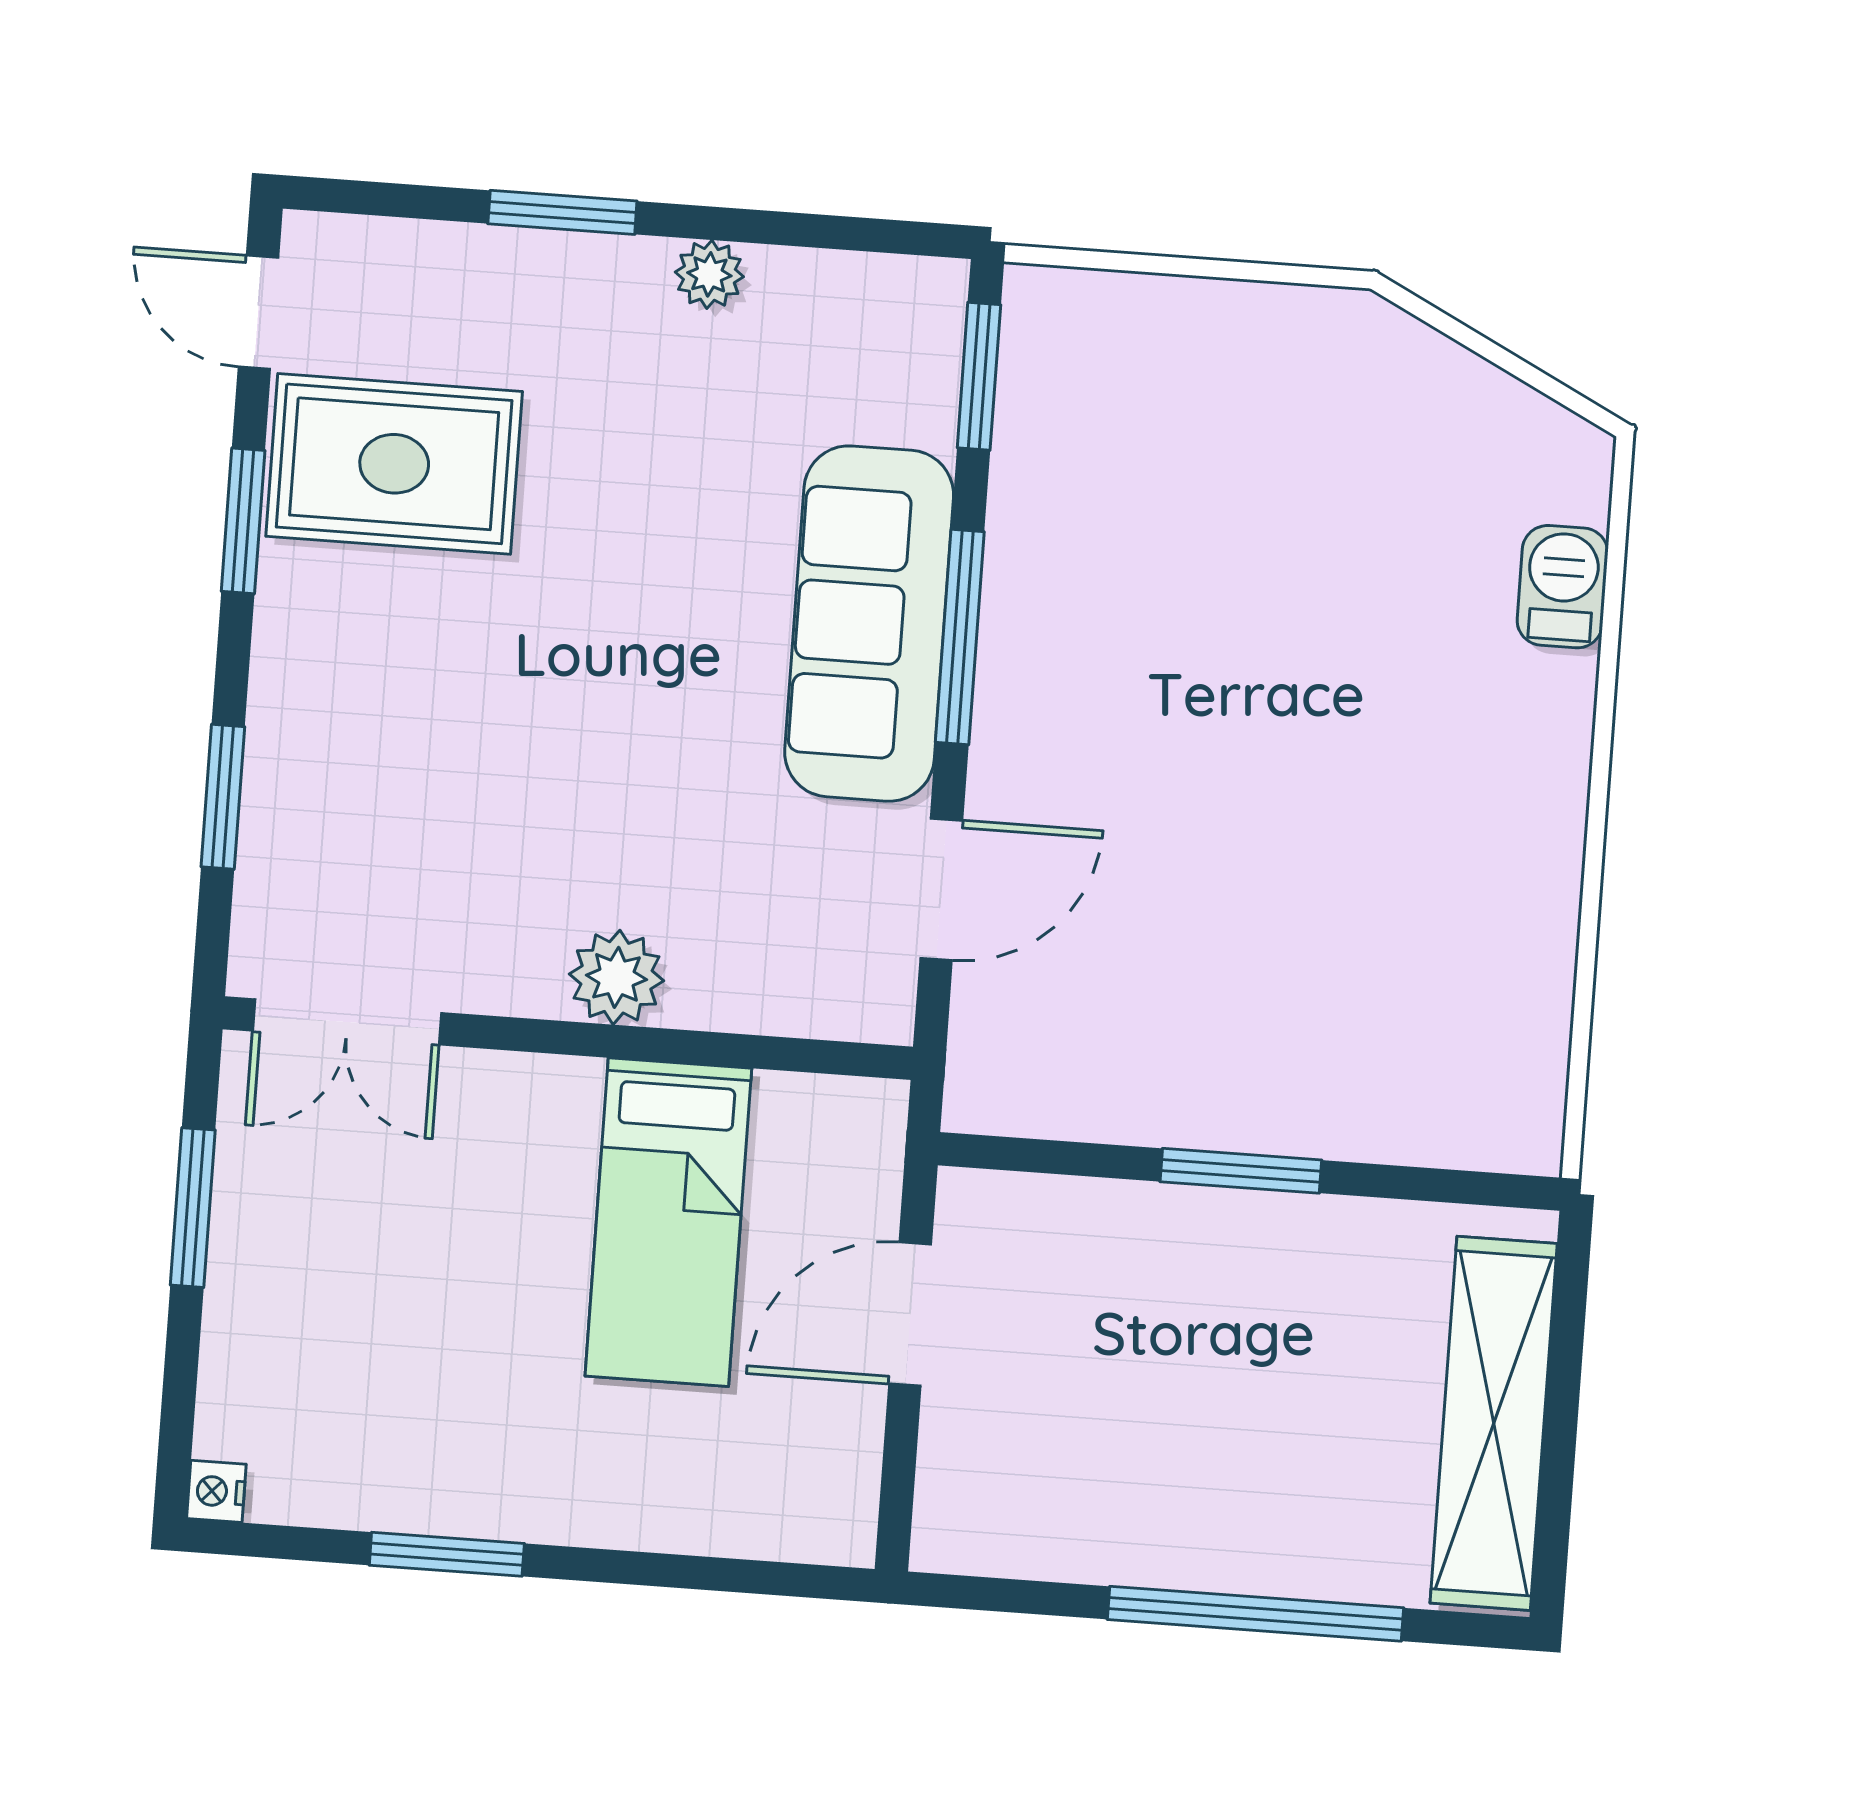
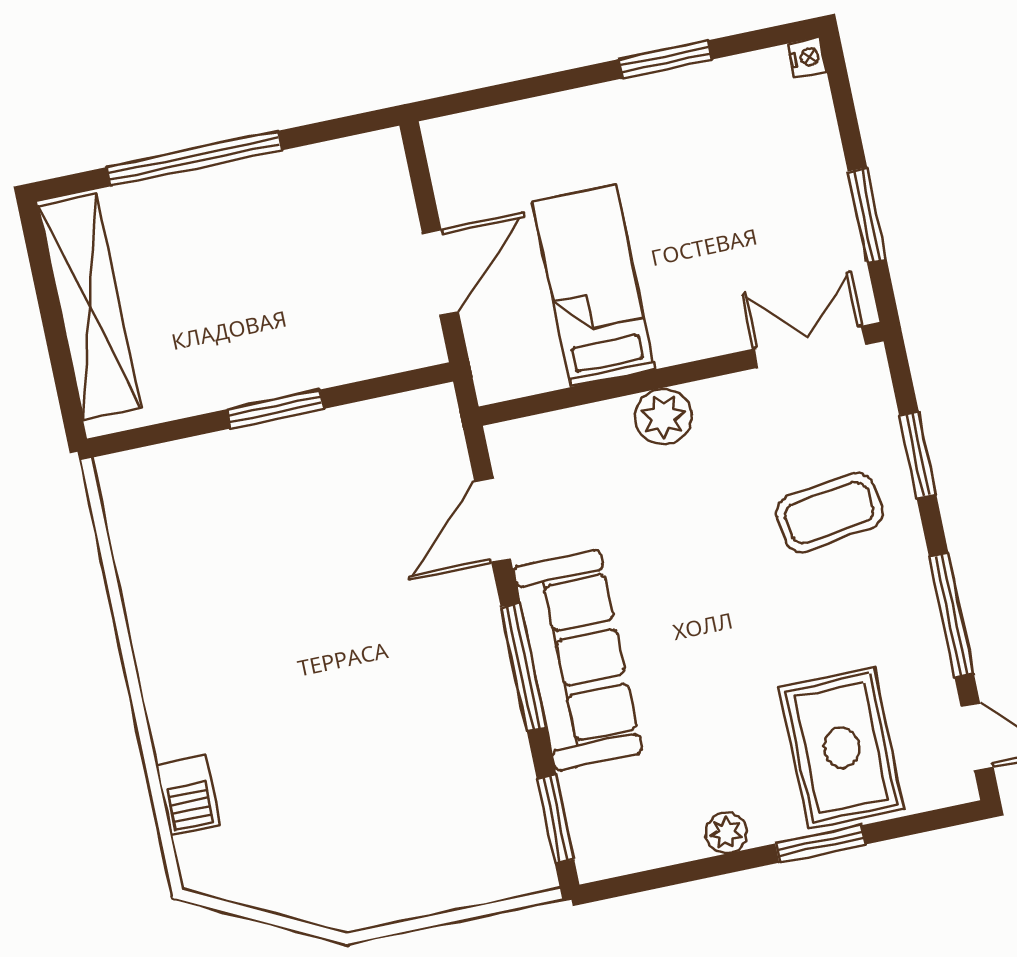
rug: (394, 464) -> (841, 748), moved, turned 90
window: (243, 521) -> (952, 615), width x1.44
coffee table: (393, 744) -> (829, 513), added

